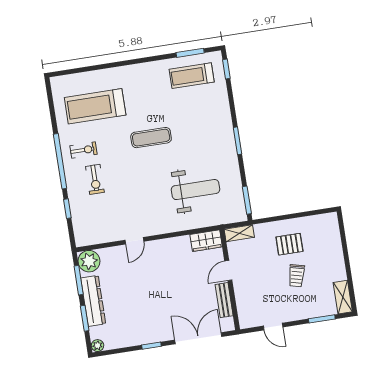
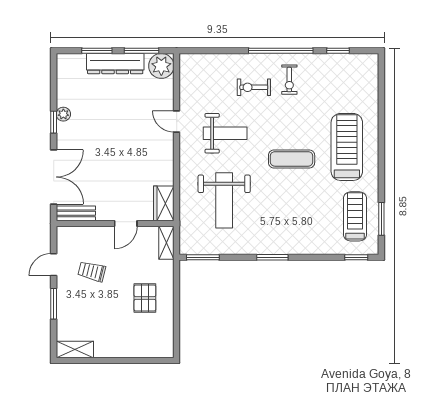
treadmill: (95, 106) -> (347, 147), moved
exercise mat: (151, 138) -> (292, 159), turned 90
weight bench: (138, 198) -> (225, 133), added
window: (67, 209) -> (338, 51), moved
door: (228, 270) -> (126, 223), swing flipped
trolley: (297, 276) -> (92, 271), moved
bench: (224, 300) -> (76, 213), moved
window: (322, 319) -> (54, 304), moved
plant: (98, 346) -> (63, 114), moved

